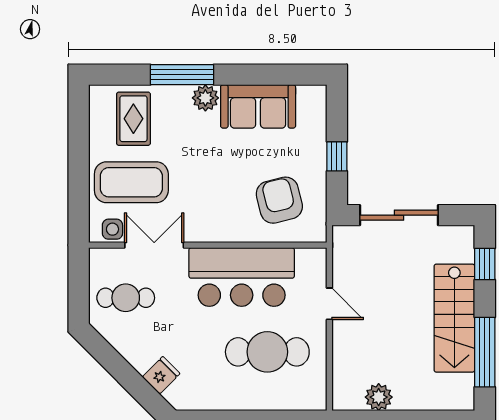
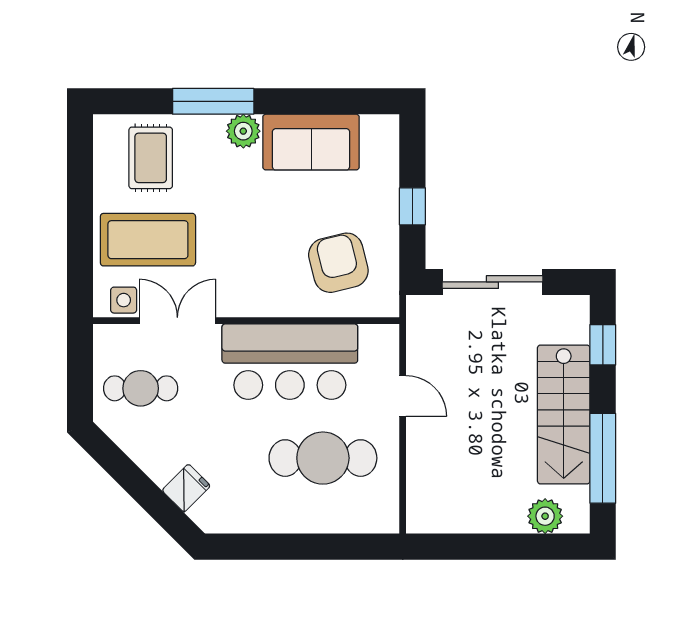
plant: (379, 397) -> (545, 516), moved

